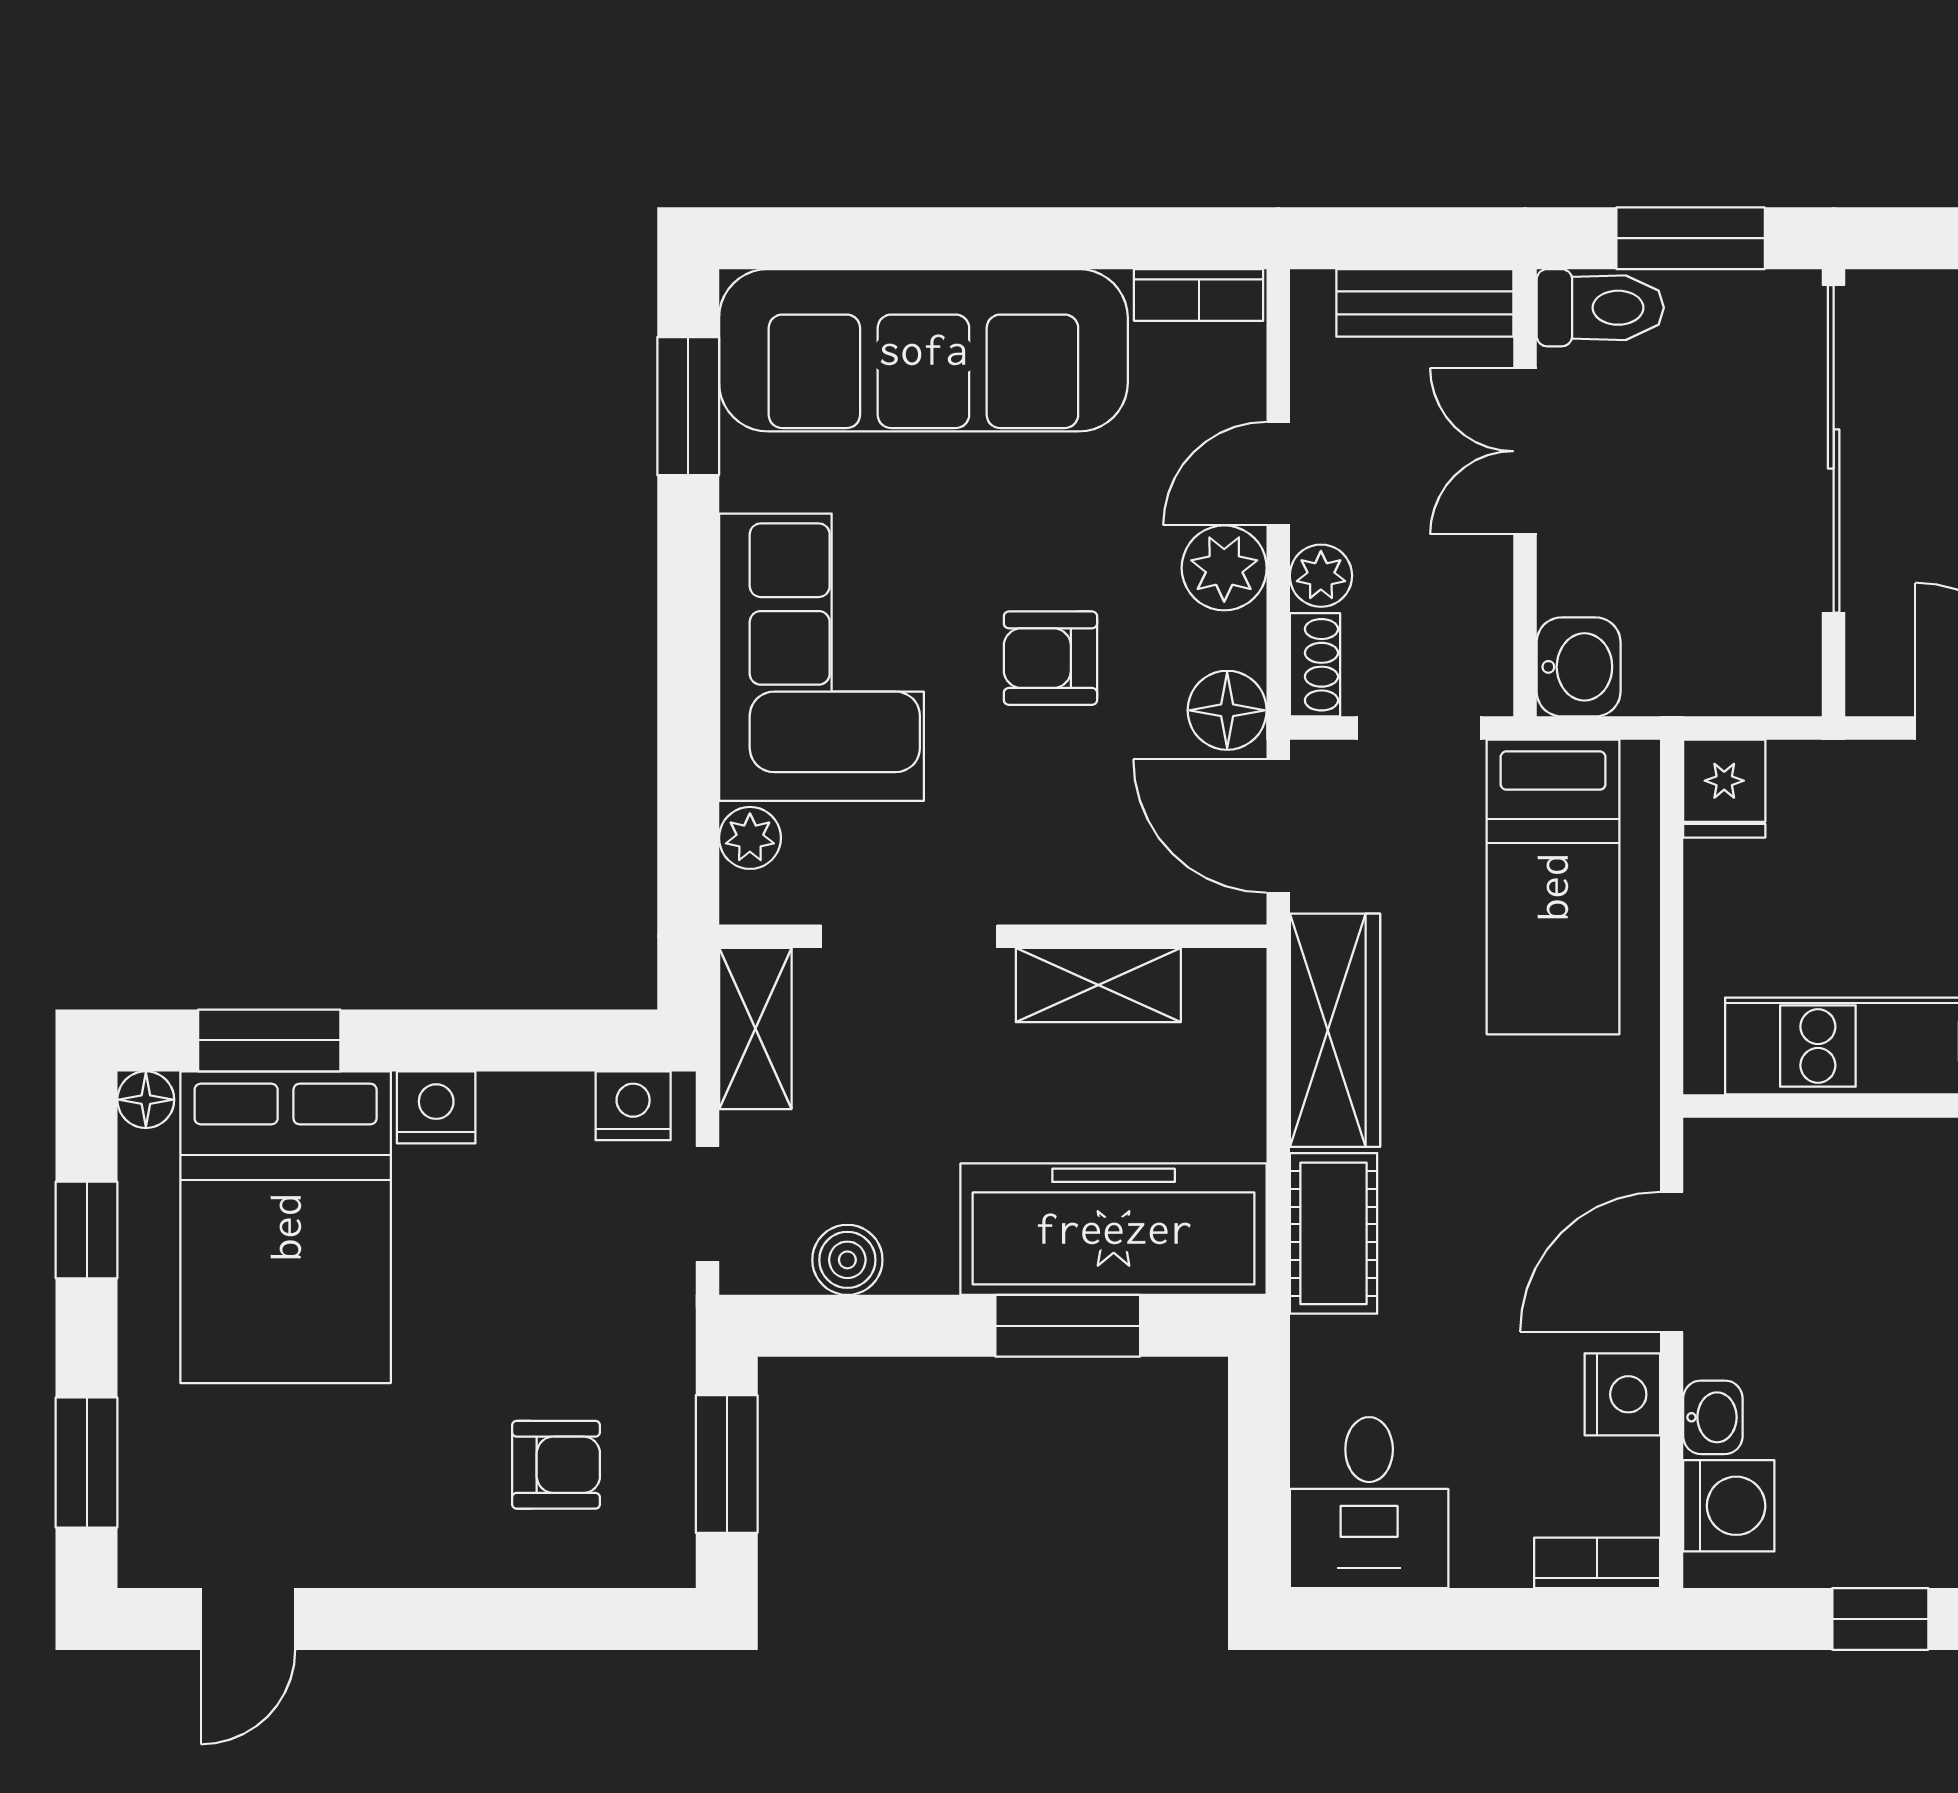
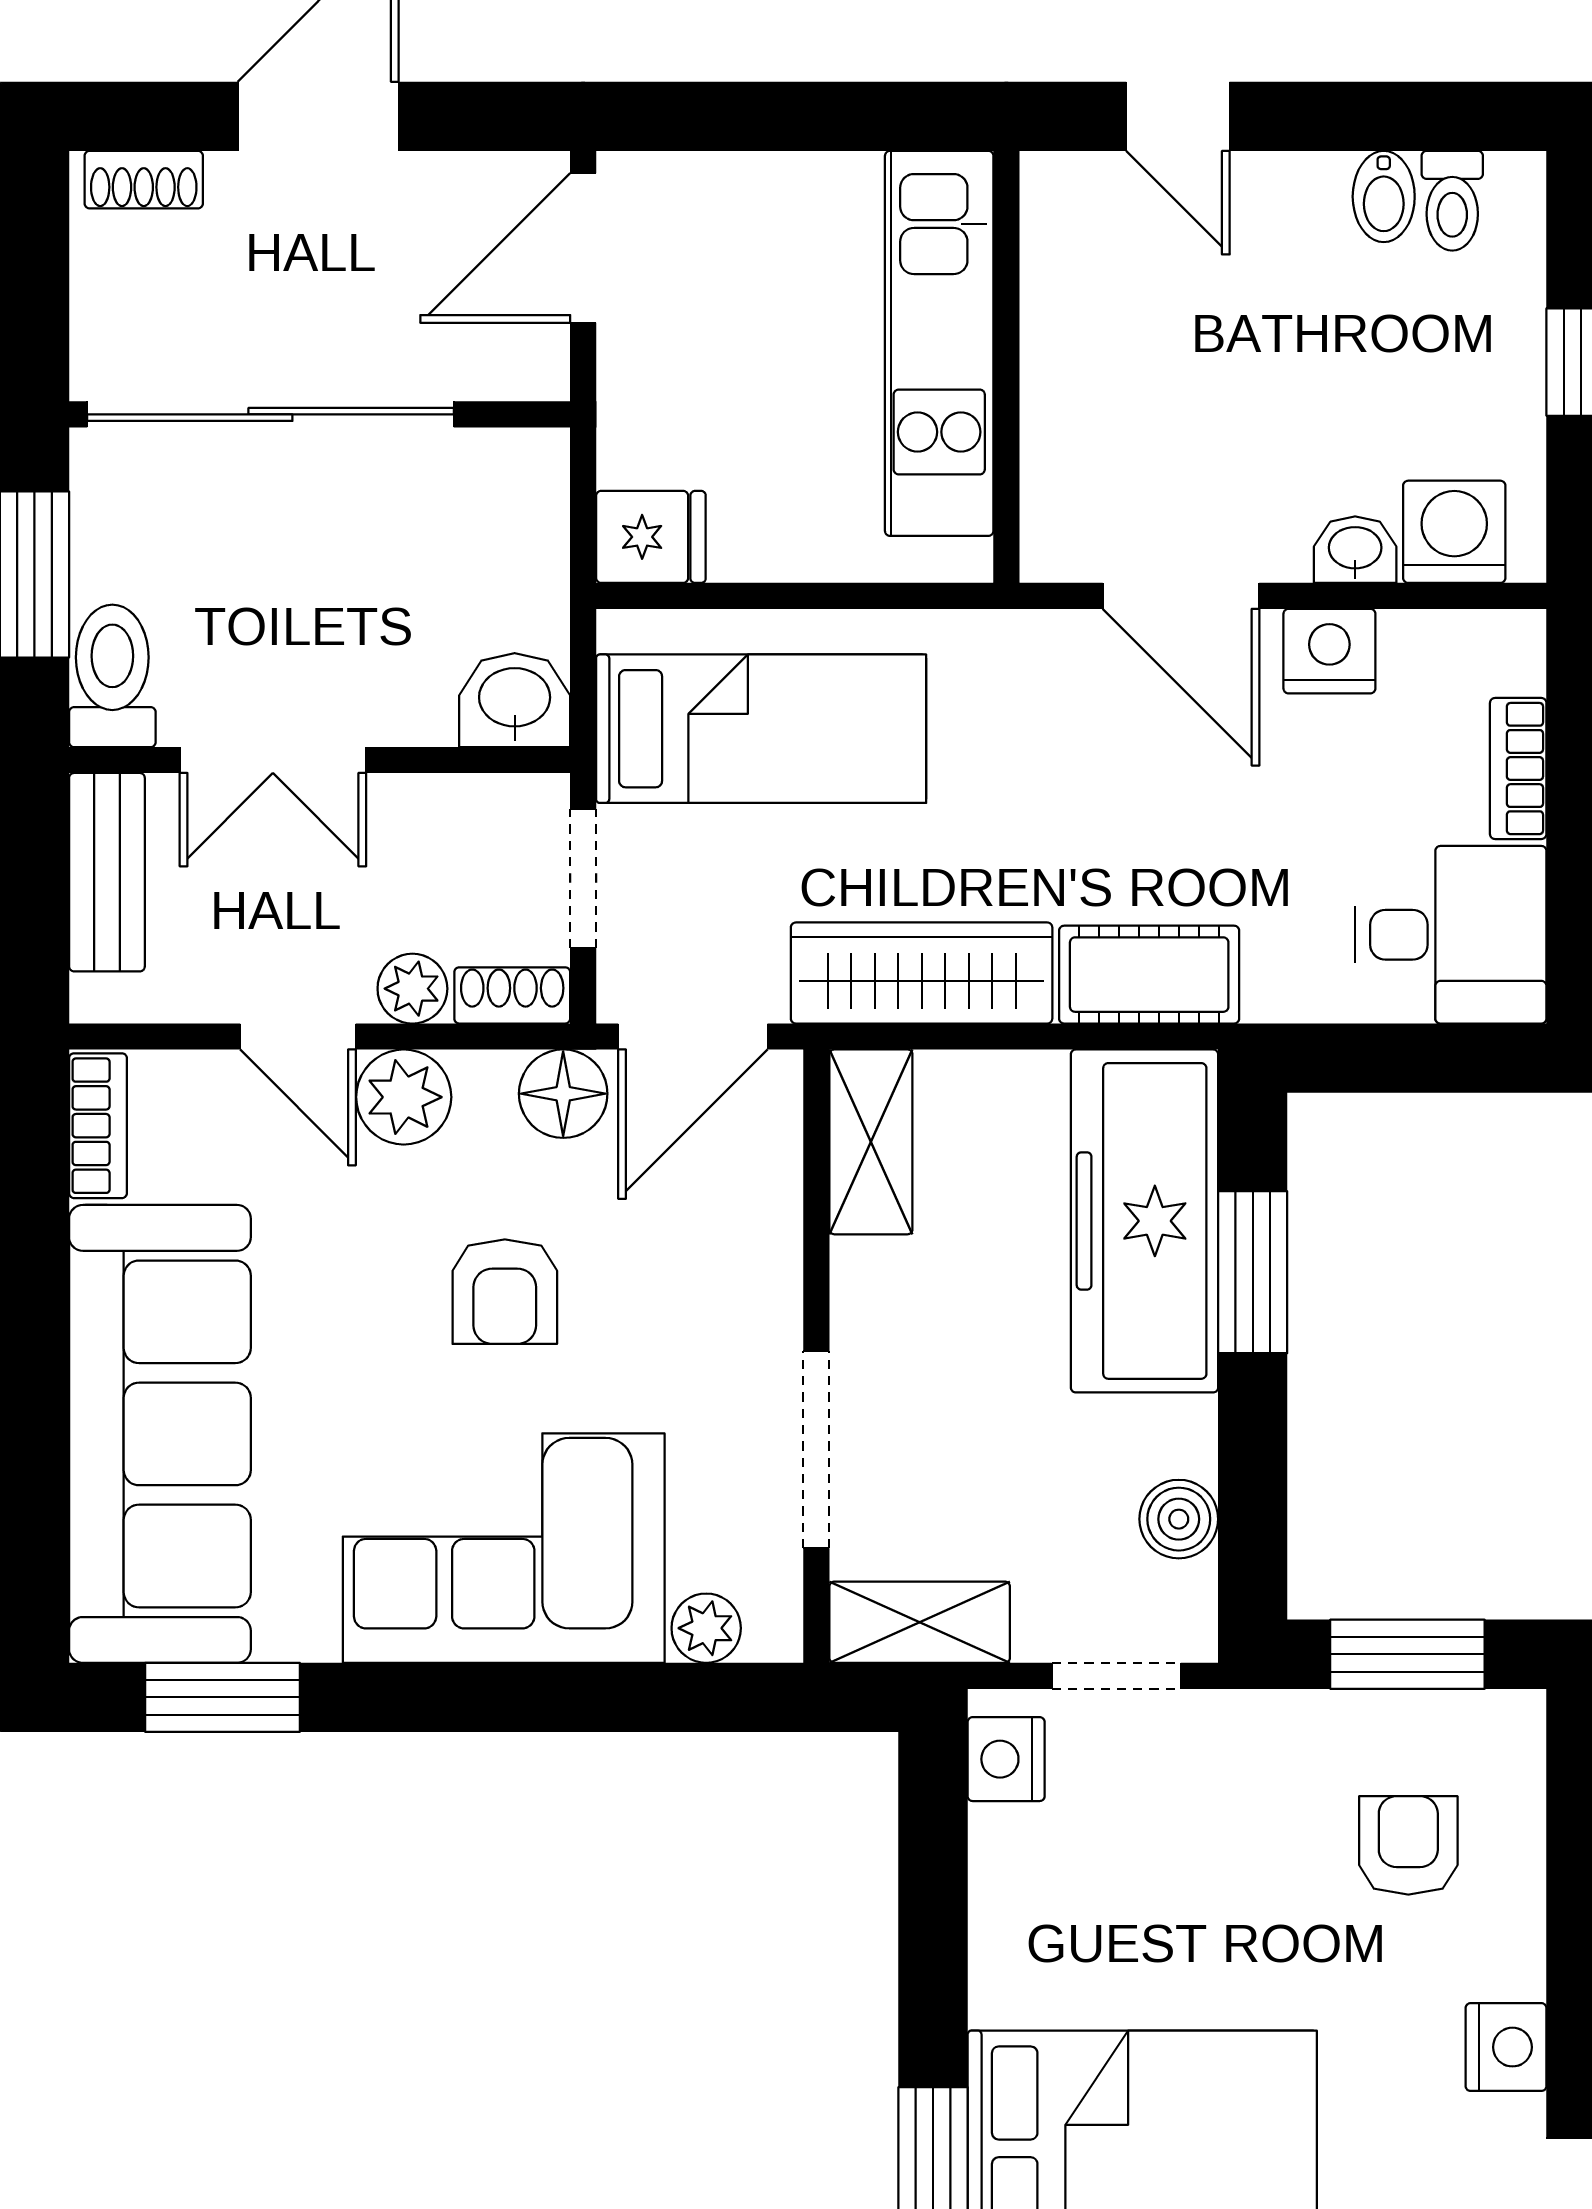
shelving: (1098, 985) -> (871, 1142), moved
nightstand: (436, 1107) -> (1506, 2047), moved, turned 180
bookcase: (1597, 1563) -> (1518, 769), moved

